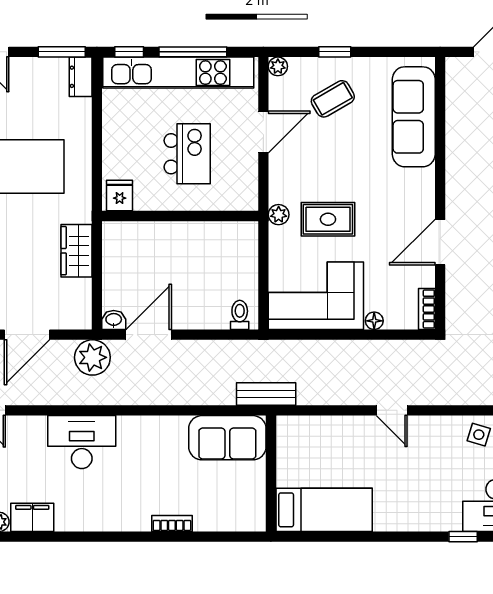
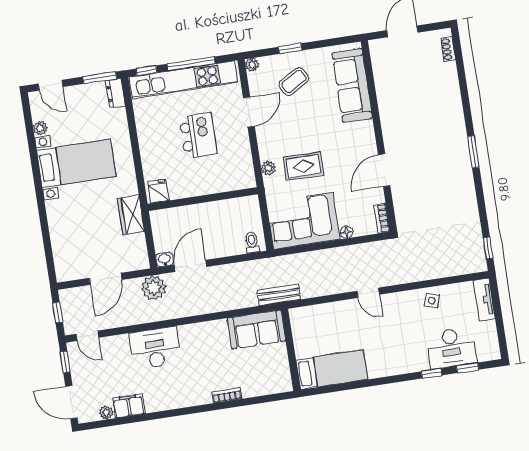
fridge: (120, 196) -> (158, 191), moved
wall: (180, 216) -> (203, 199), moved

